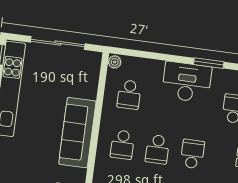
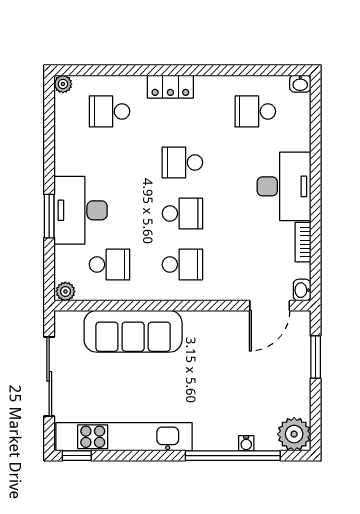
window: (209, 63) -> (49, 216), moved
desk: (187, 82) -> (81, 210), moved
sofa: (77, 133) -> (133, 331), moved

